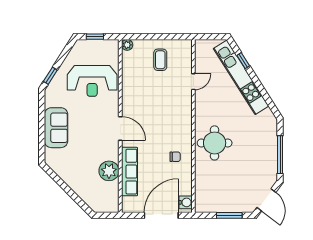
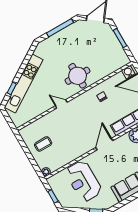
reception desk: (92, 81) -> (83, 181), turned 180
door: (193, 82) -> (61, 104), moved

